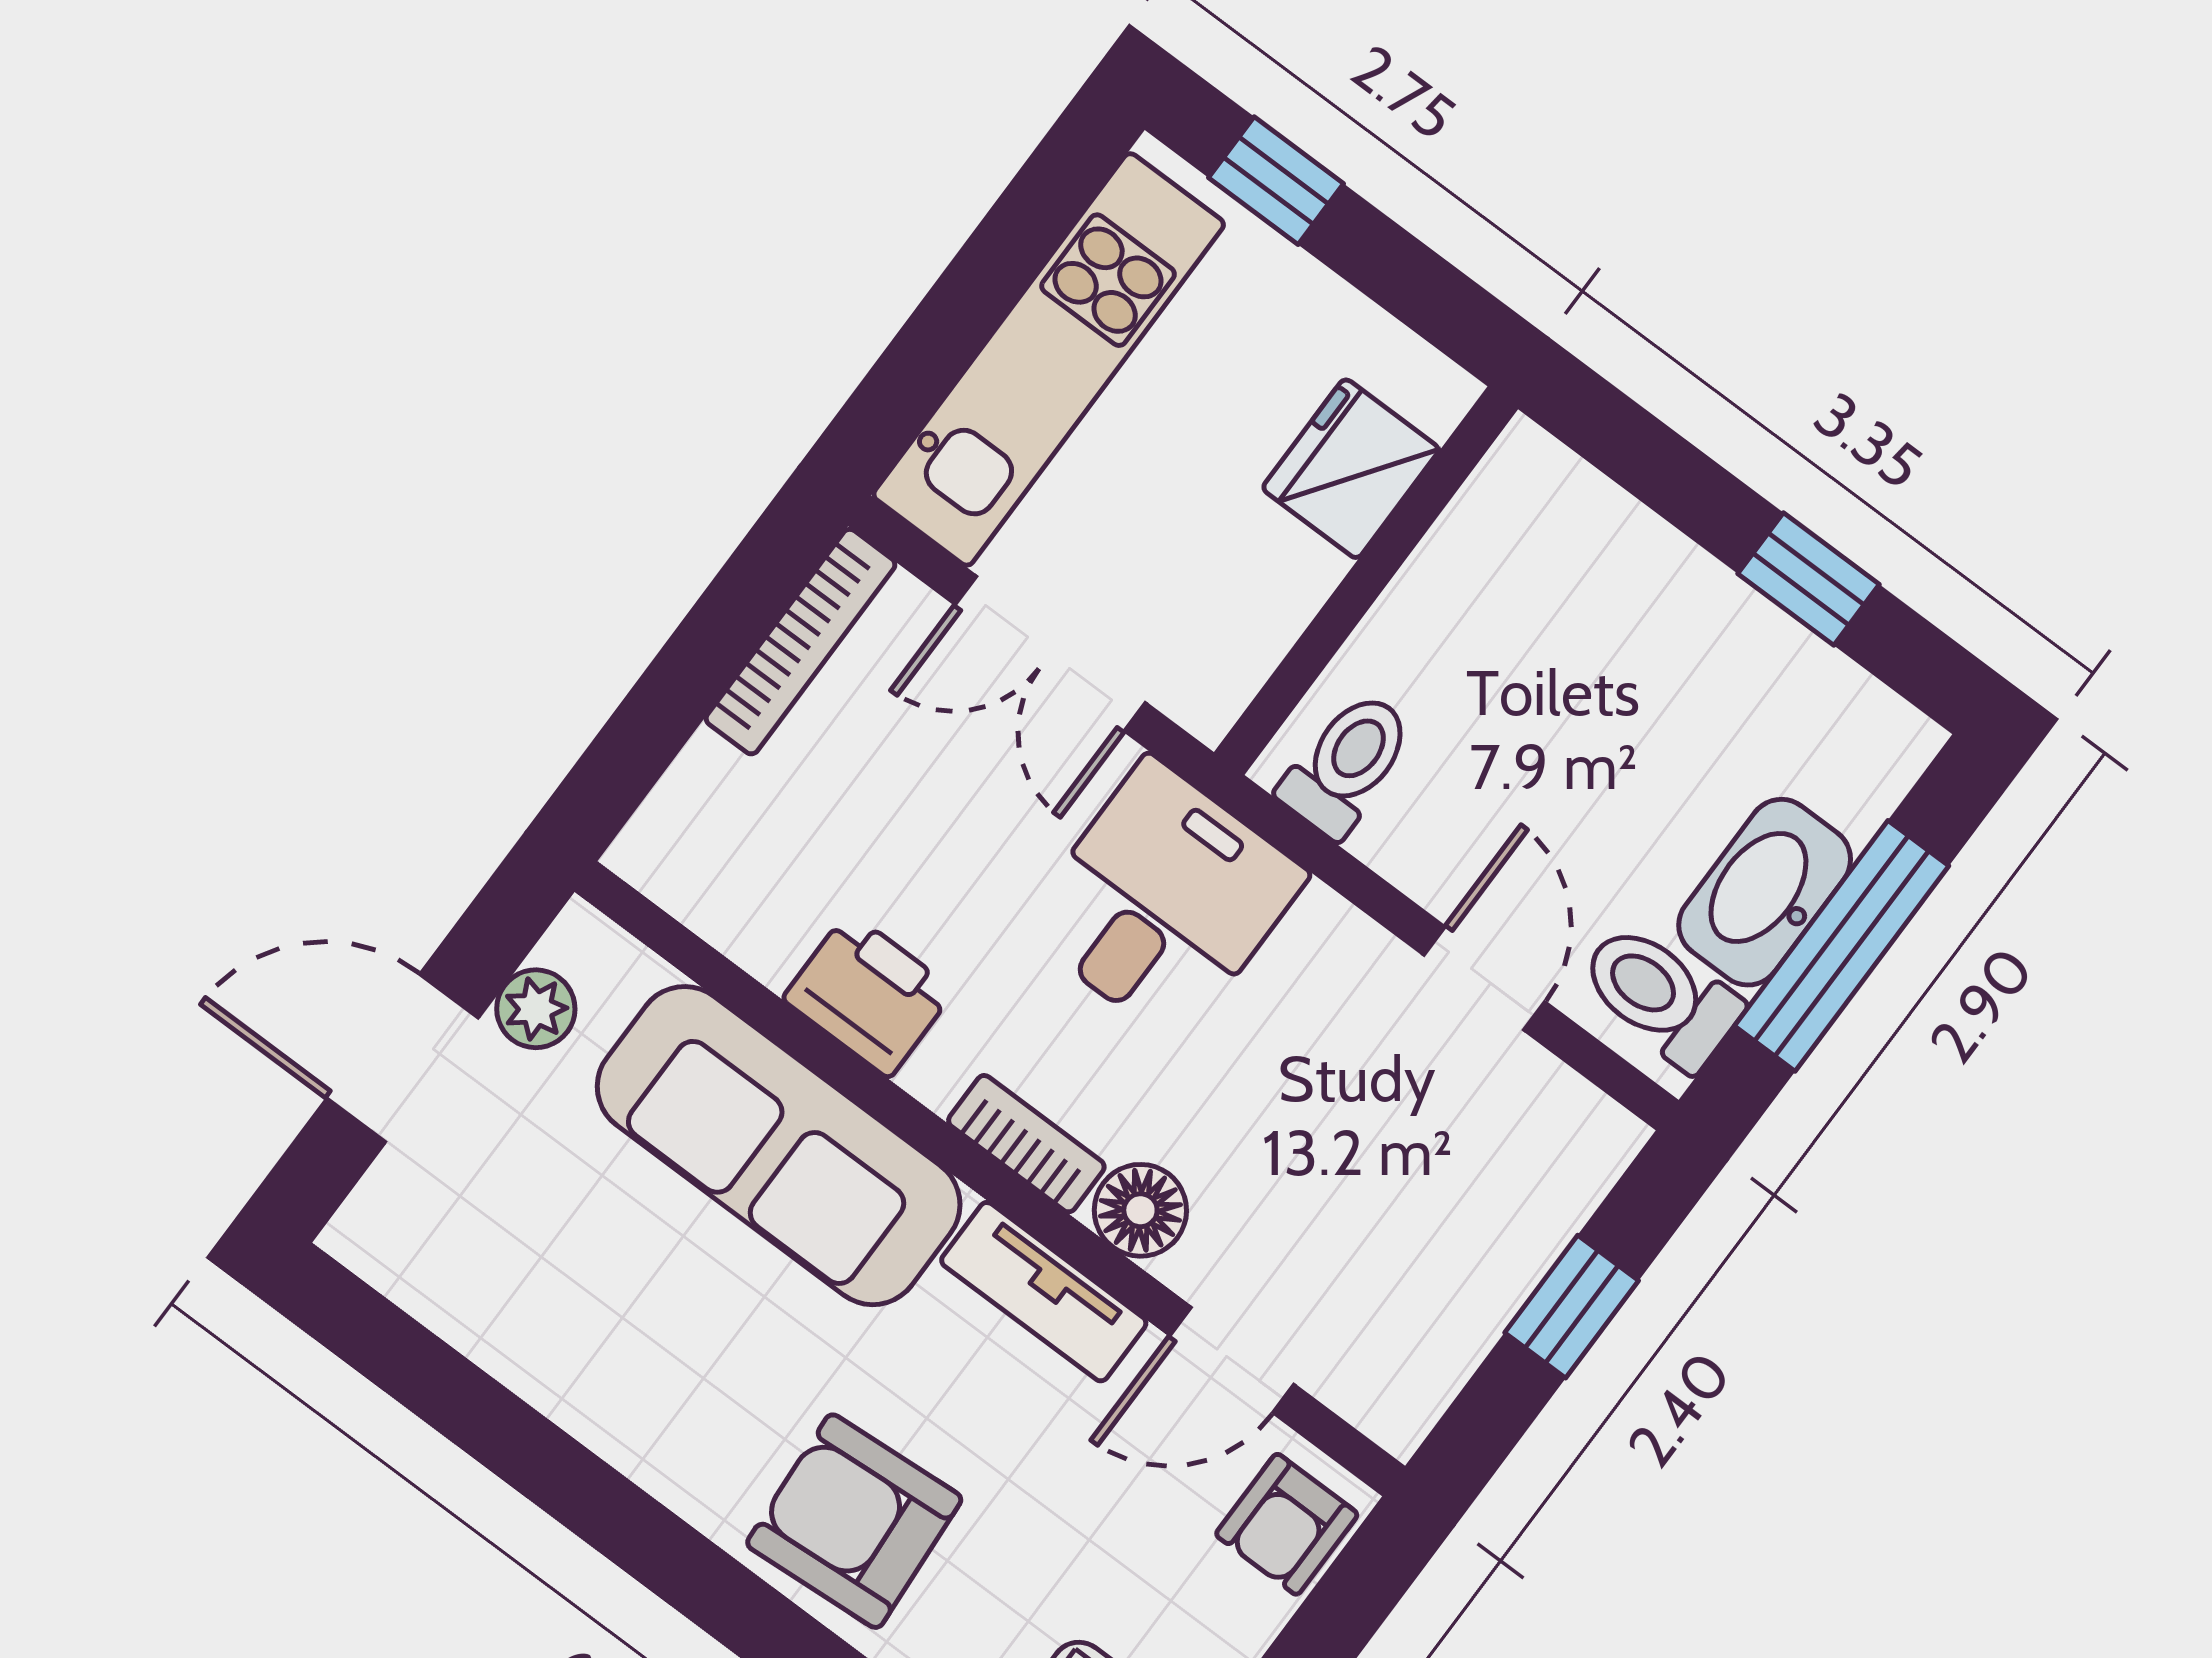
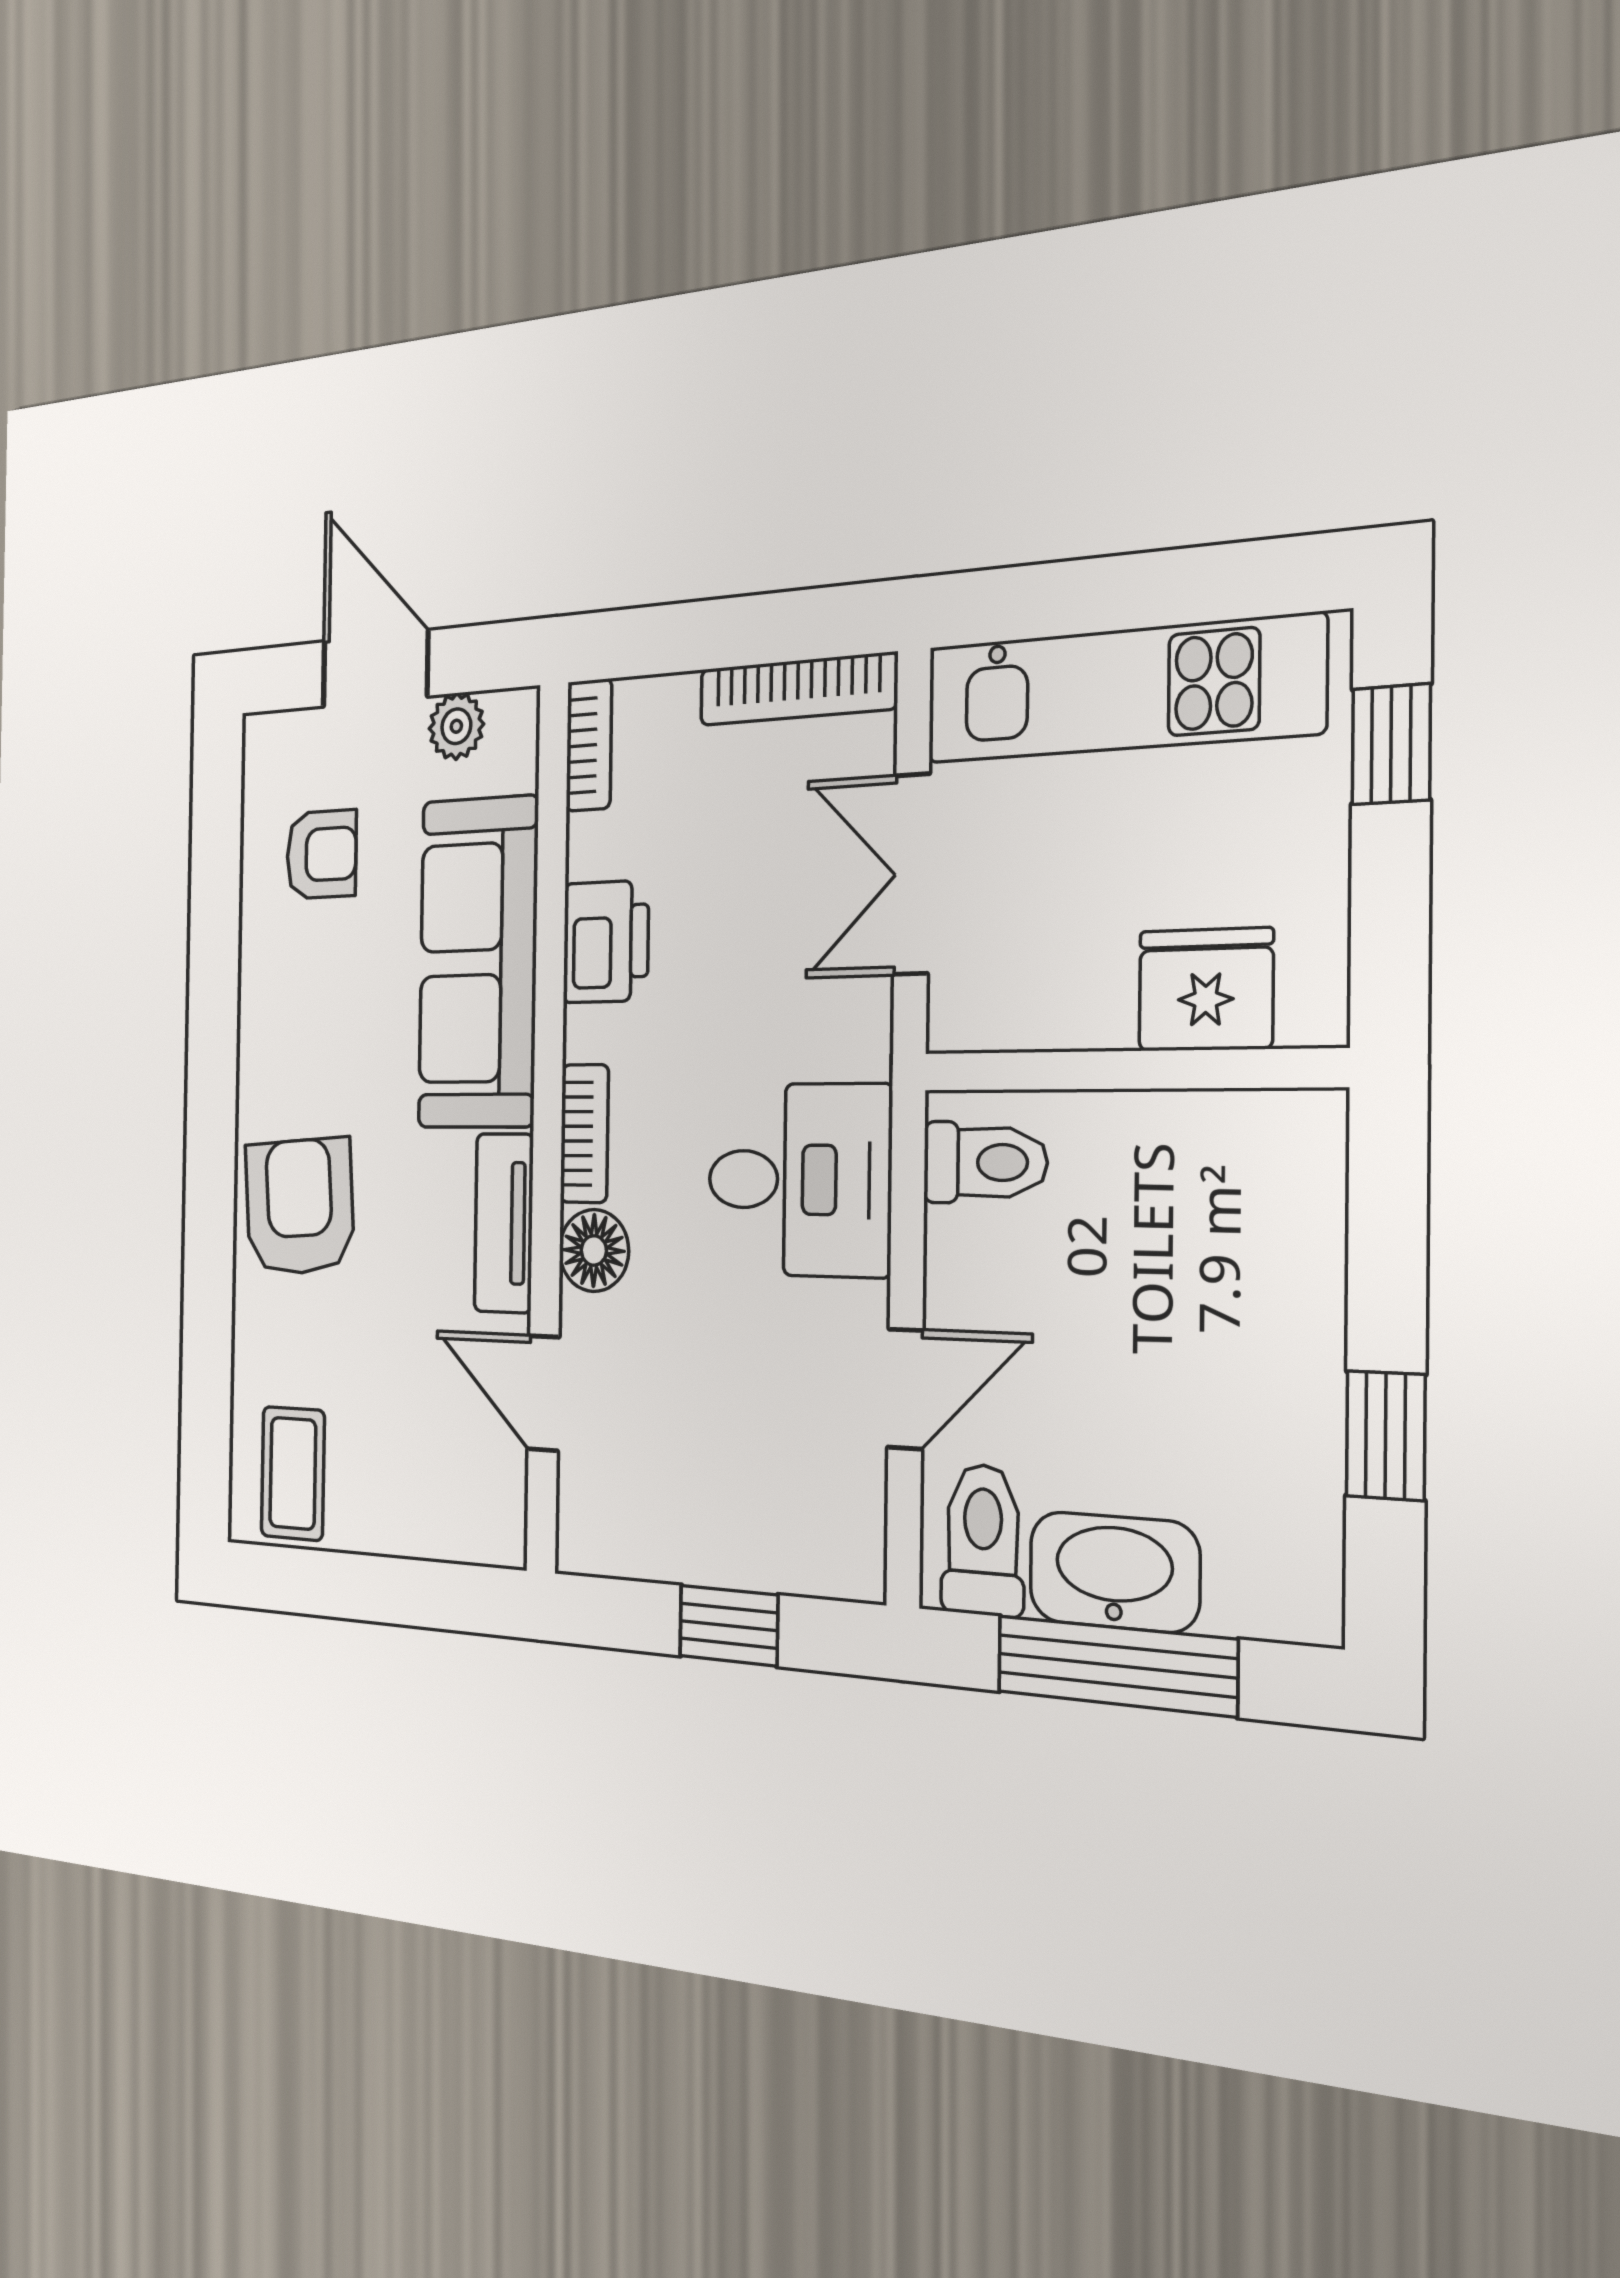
bookcase: (674, 882) -> (589, 745), added
desk: (1163, 901) -> (799, 1180), moved
armchair: (1287, 1524) -> (321, 854), moved, turned 180

